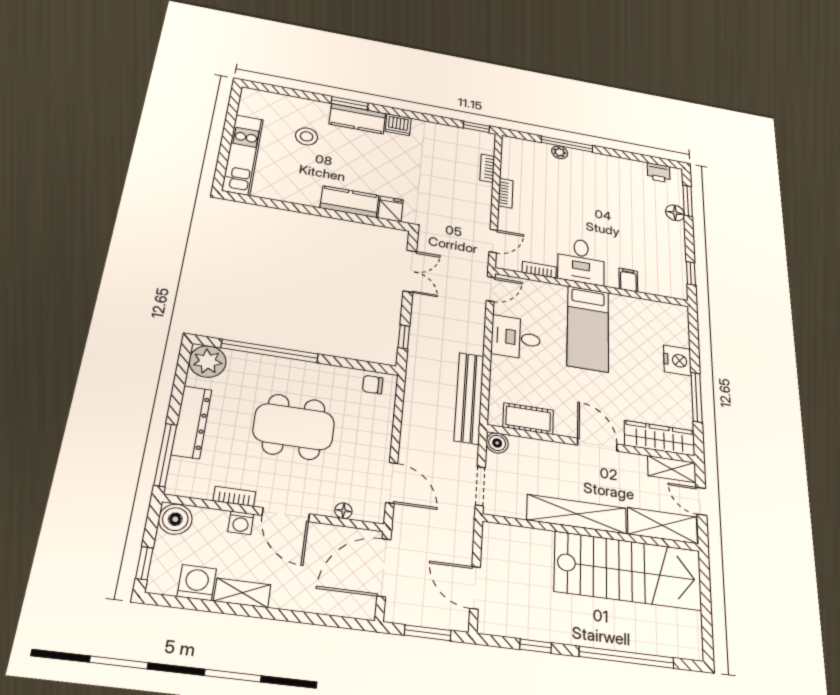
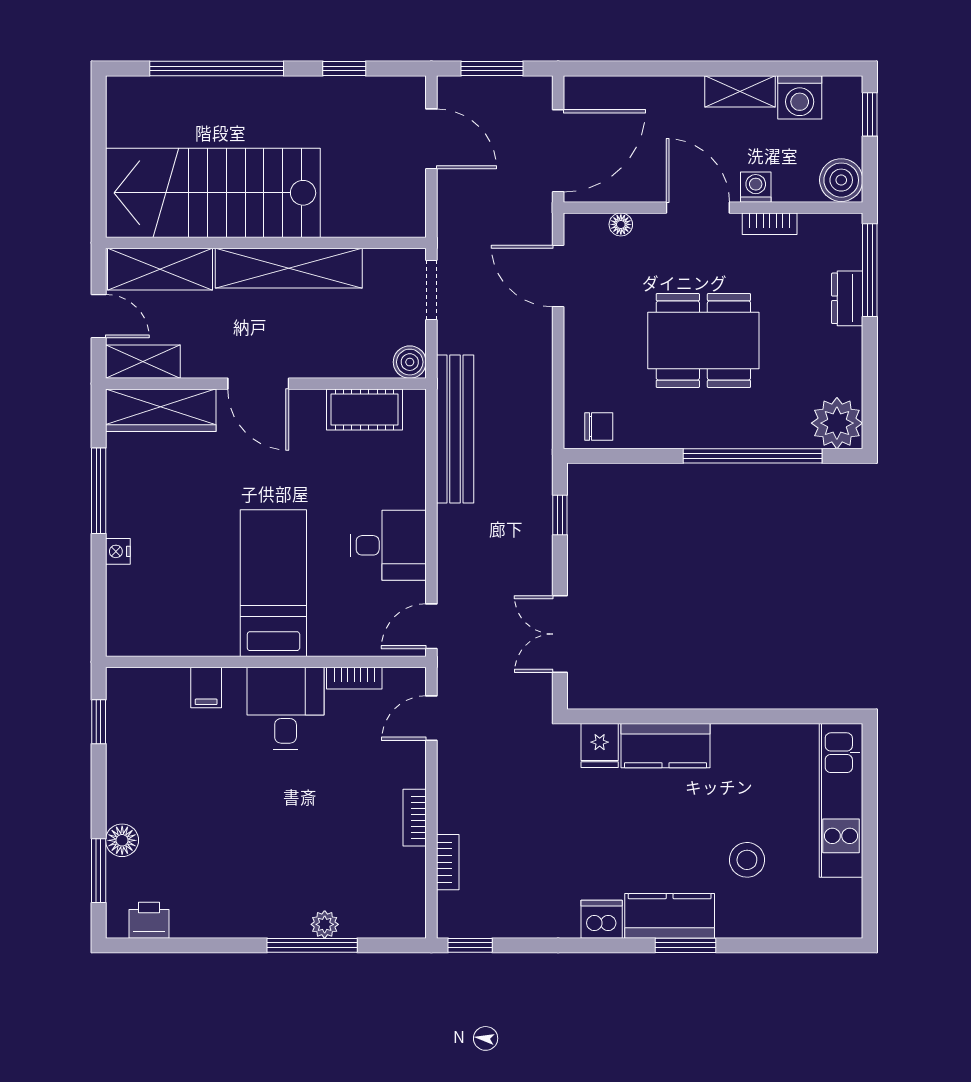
nightstand: (677, 360) -> (118, 551), width x0.53, depth x0.56
dresser: (192, 422) -> (847, 298), width x0.51, depth x0.80

